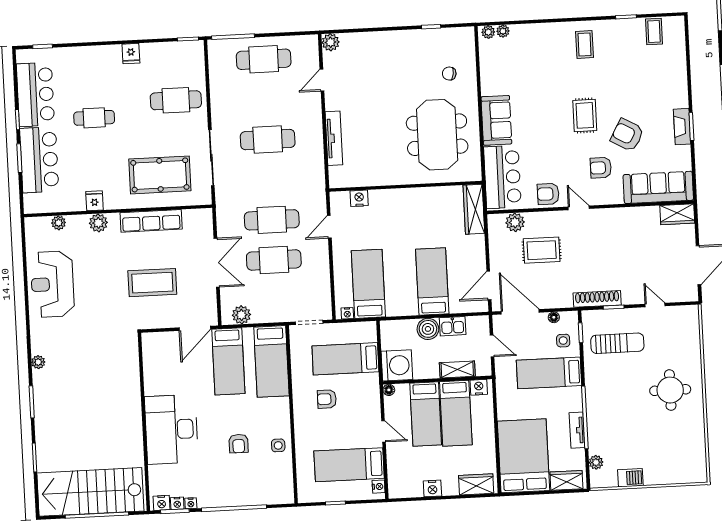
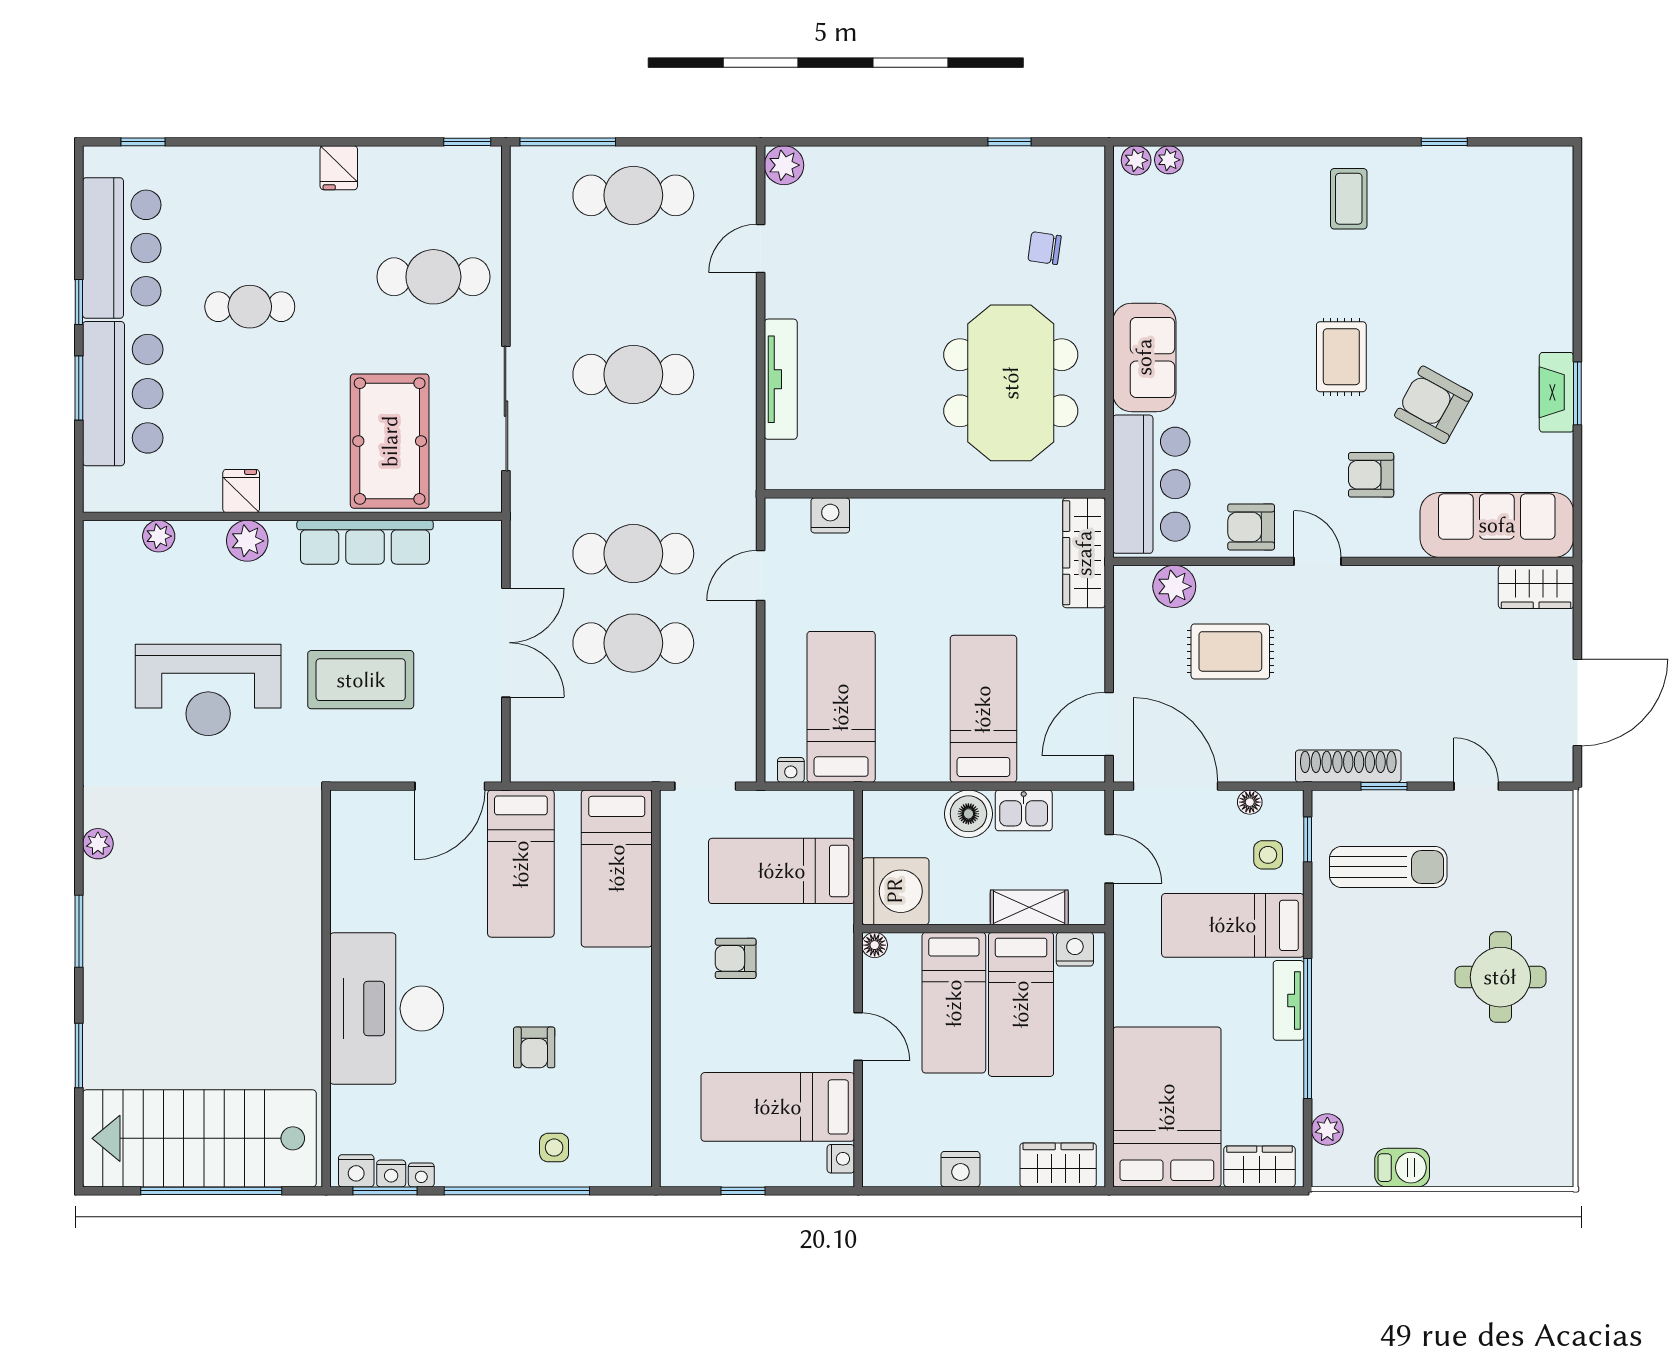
coffee table: (654, 31) -> (1505, 178), removed
pool table: (160, 175) -> (390, 441), turned 90
reception desk: (52, 284) -> (208, 690), moved, turned -90
plant: (241, 315) -> (555, 762), removed
tv unit: (577, 430) -> (1289, 1000), moved
side table: (278, 445) -> (554, 1148), moved

